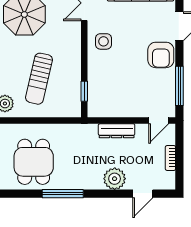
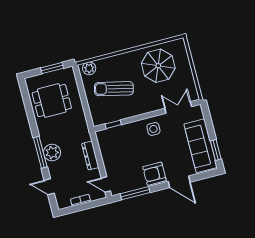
plant: (115, 179) -> (52, 153), moved
window: (63, 194) -> (40, 152), moved

